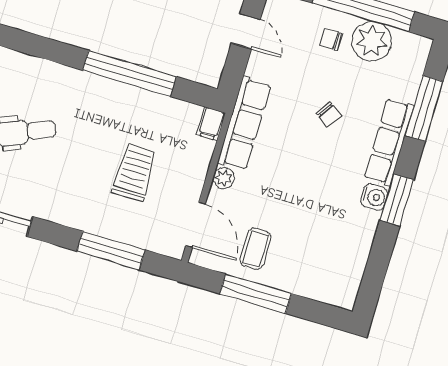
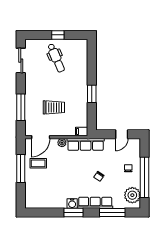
plant: (372, 41) -> (132, 195), moved
window: (129, 73) -> (92, 94), width x0.47

